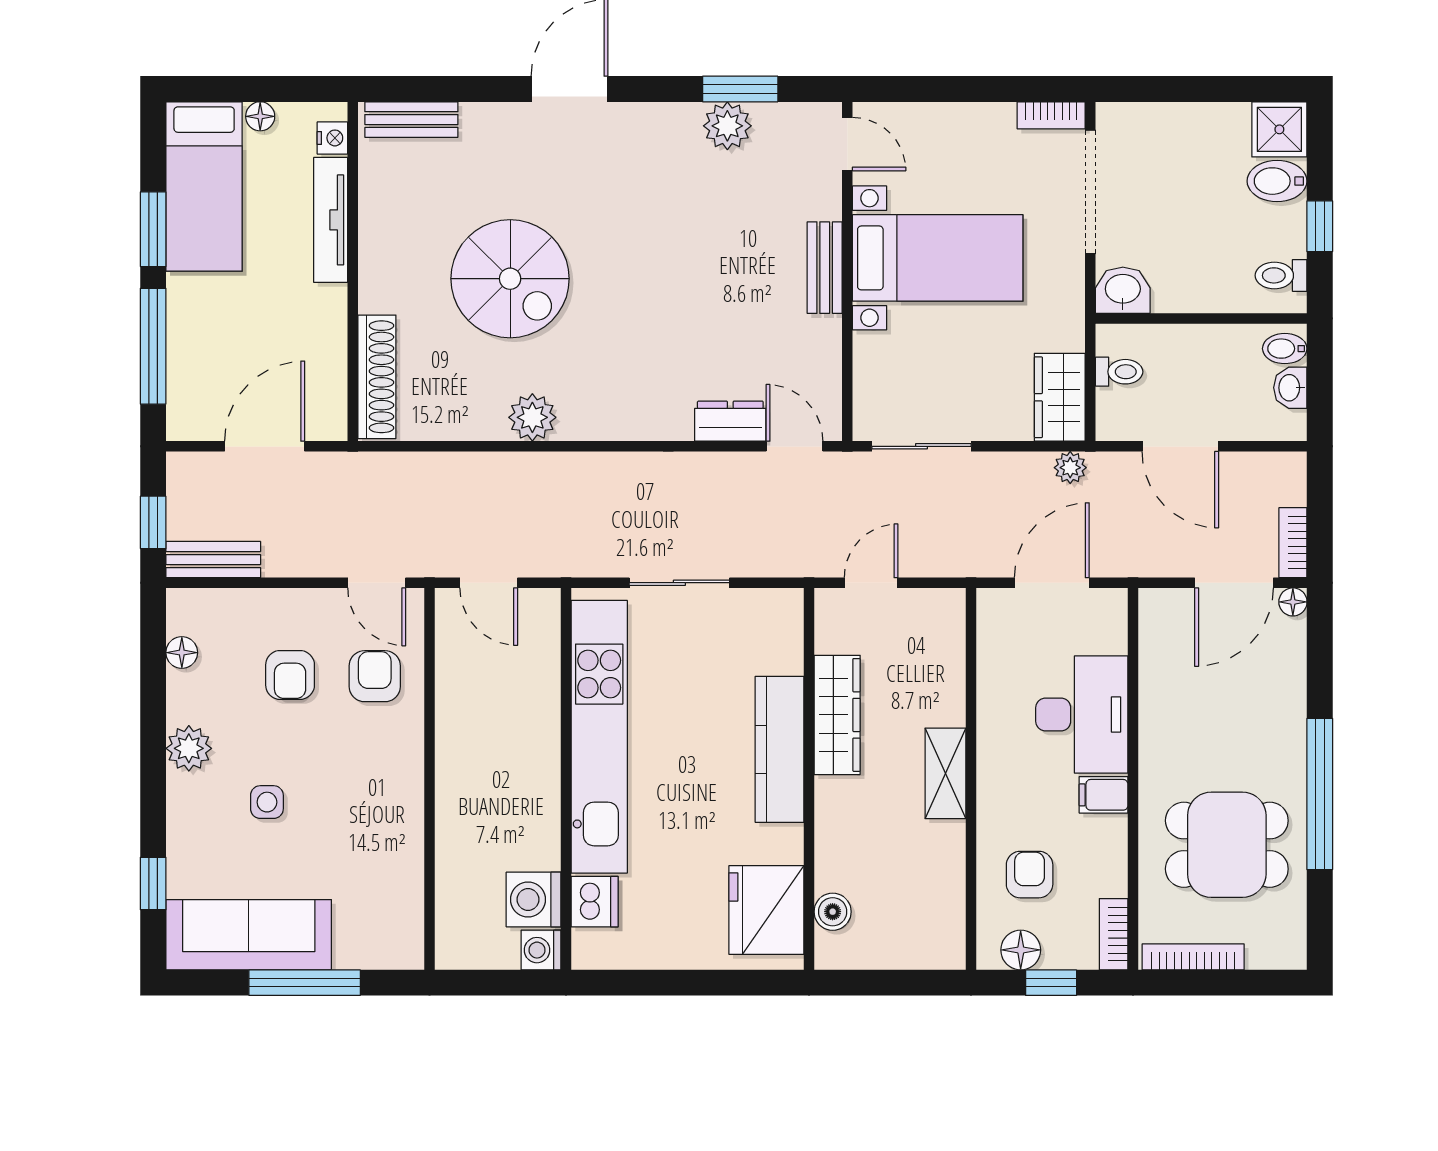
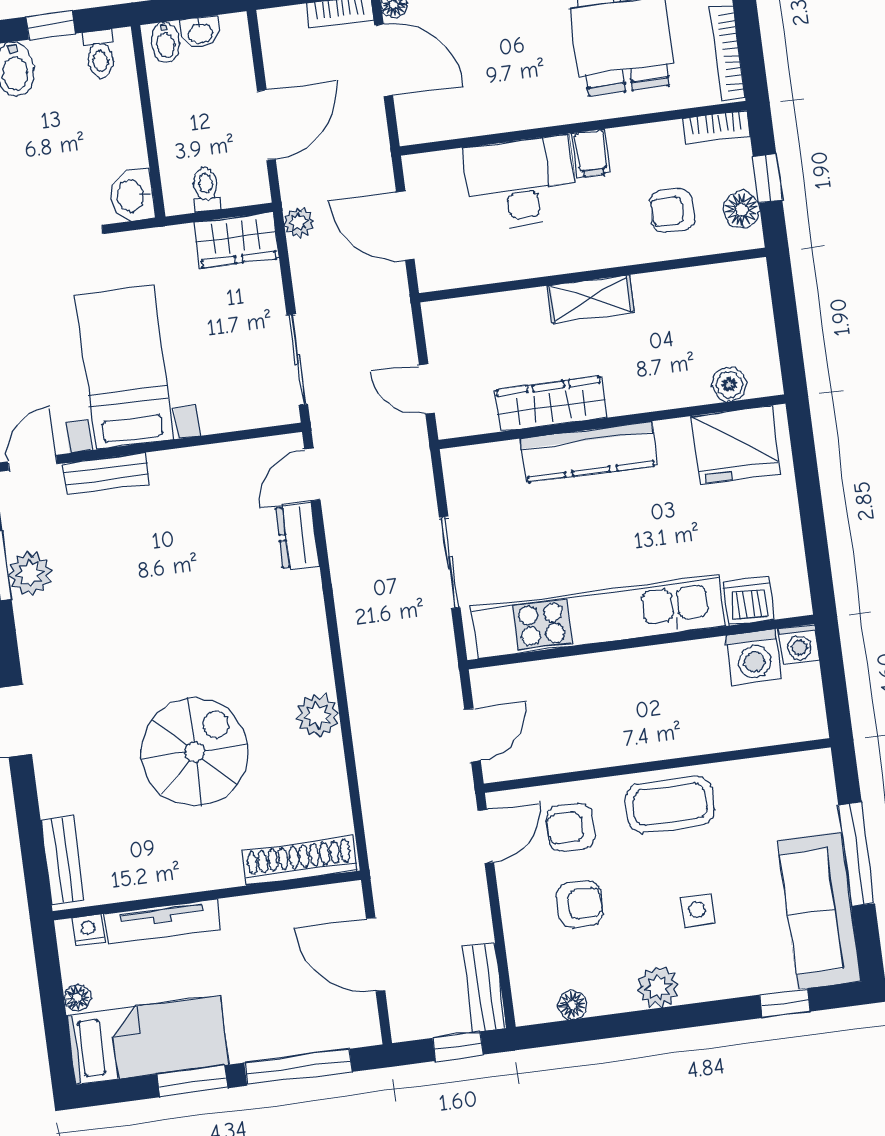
bench: (825, 268) -> (106, 474), moved
coffee table: (385, 787) -> (670, 804), added

